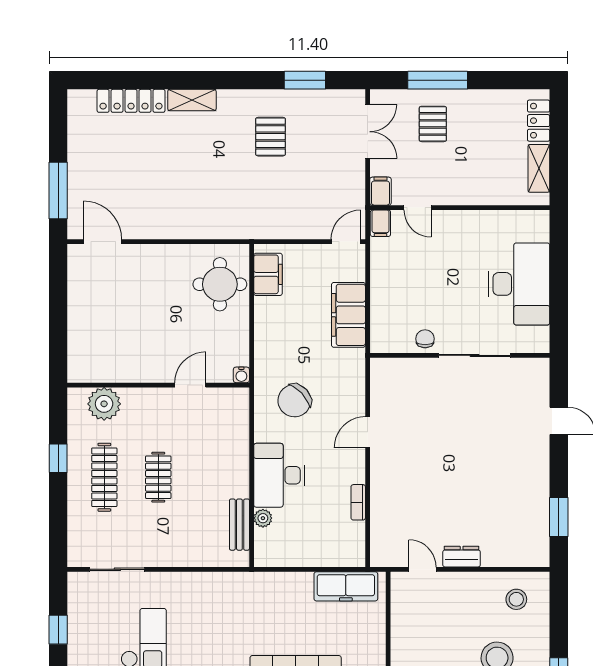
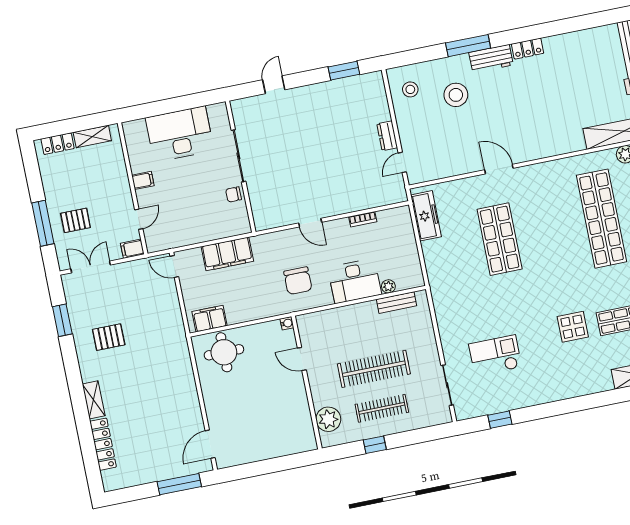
filing cabinet: (380, 223) -> (143, 180), moved
chair: (294, 401) -> (298, 281), turned 43
clothes rail: (158, 477) -> (374, 369), width x1.86, depth x1.31

